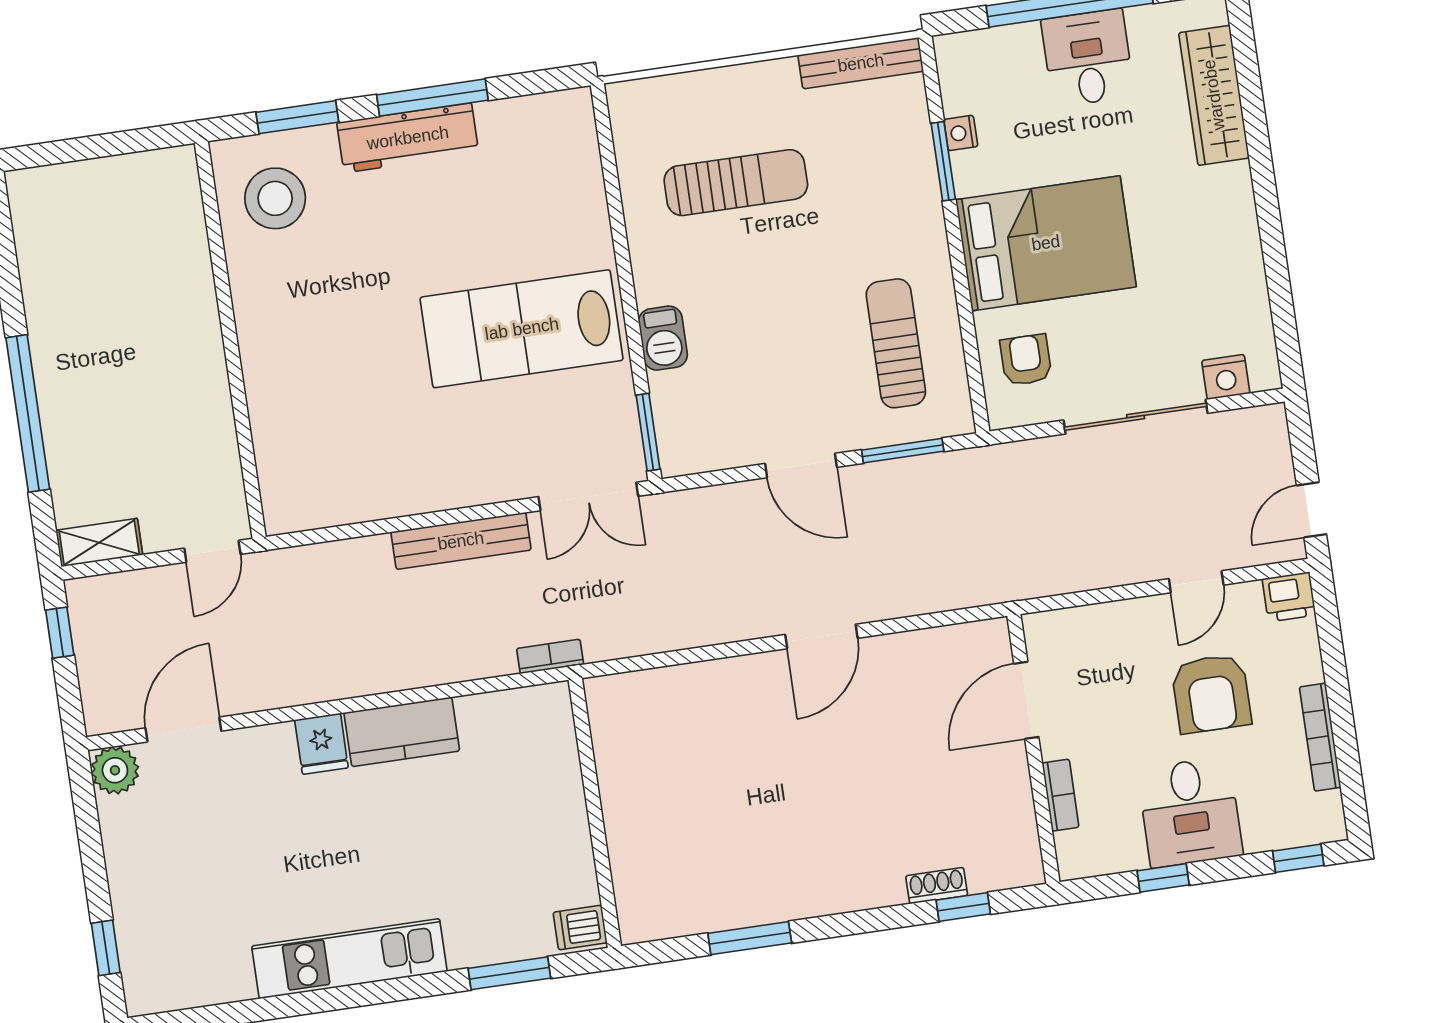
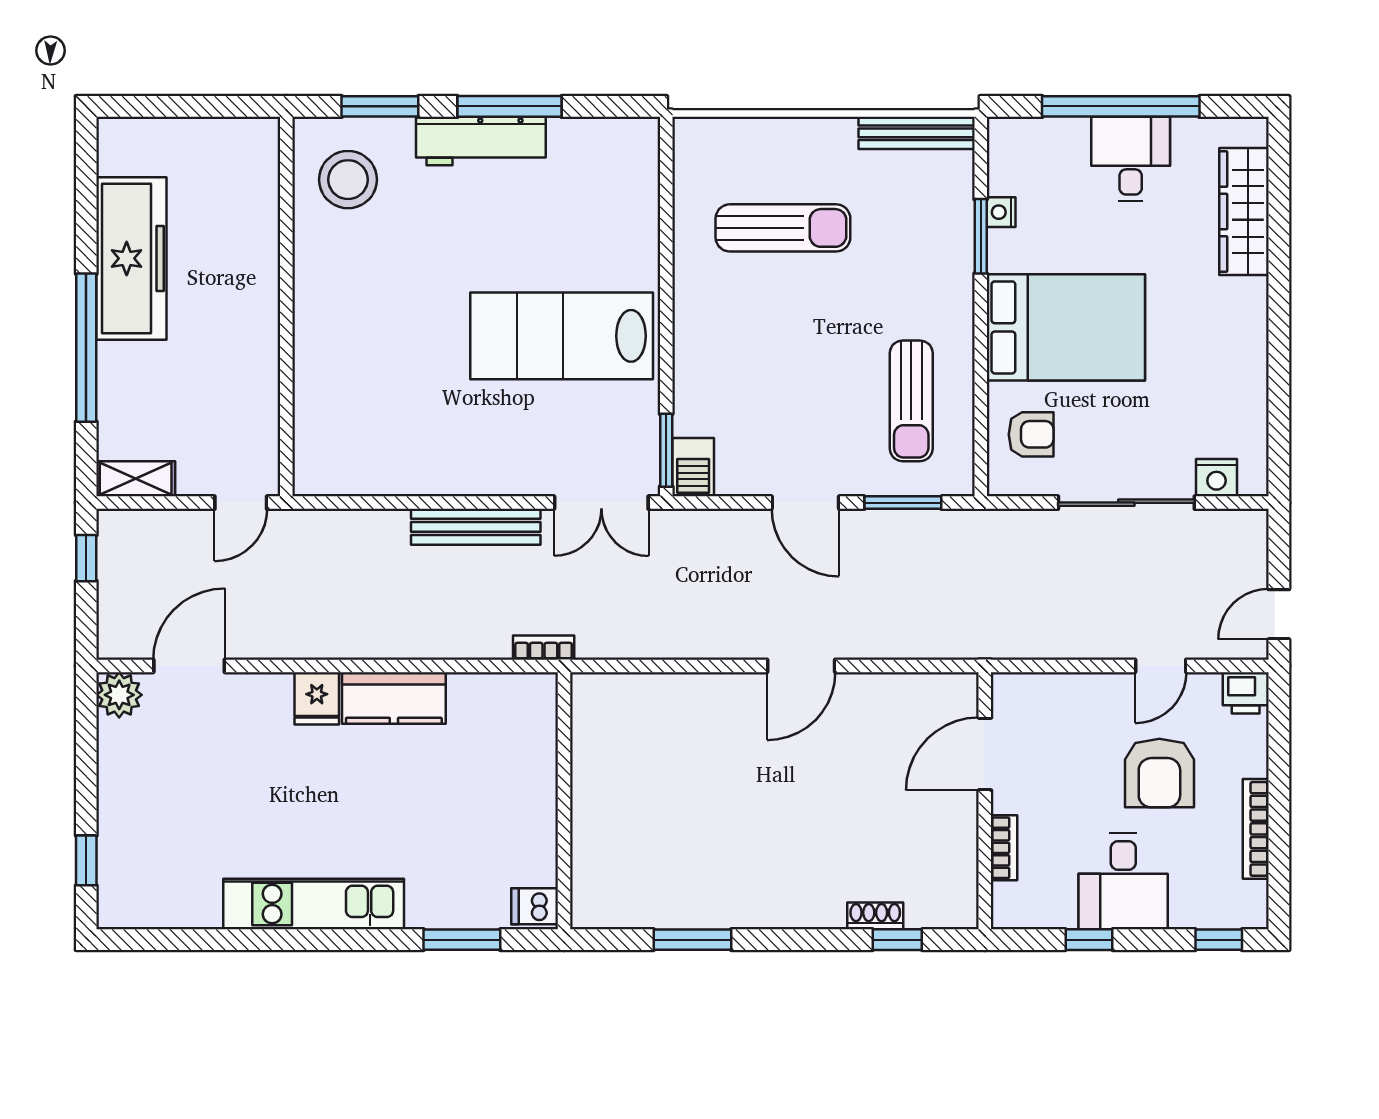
freezer: (61, 314) -> (131, 258), added
barbecue: (663, 338) -> (693, 467), moved
sun lounger: (896, 343) -> (911, 401), turned 180
armchair: (1026, 360) -> (1031, 434), turned 90

